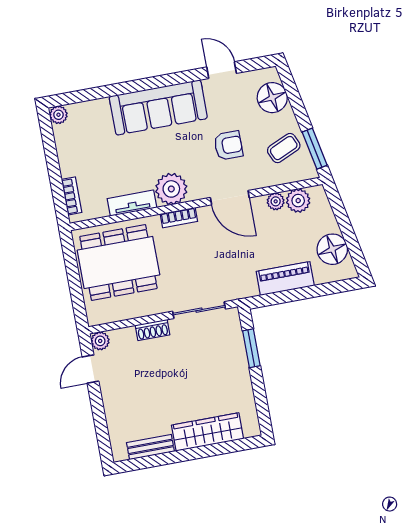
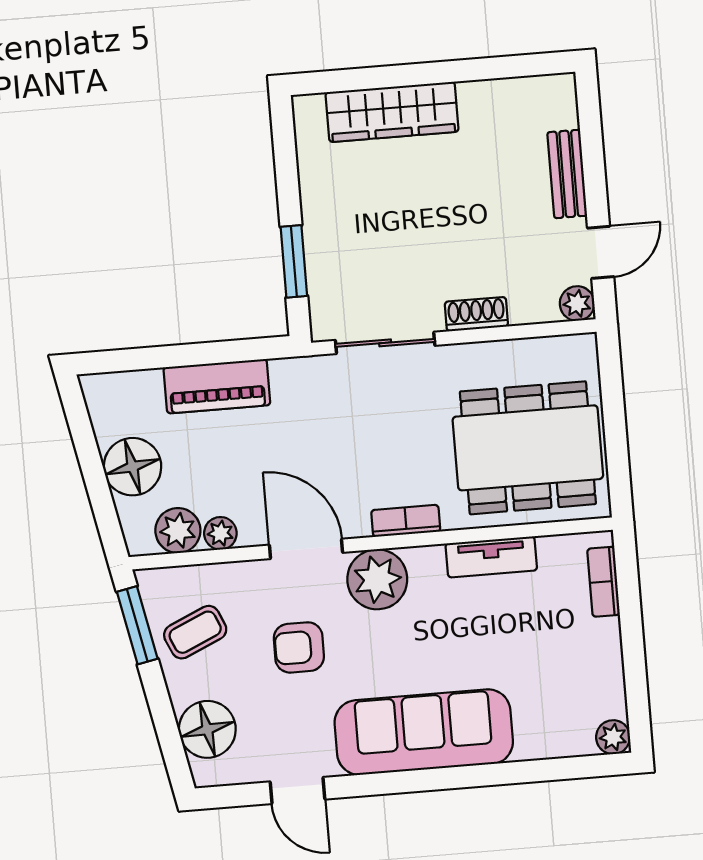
plant: (171, 189) -> (377, 579), moved
floor lamp: (332, 249) -> (132, 467), moved
bench: (150, 447) -> (567, 174), moved, turned 90

